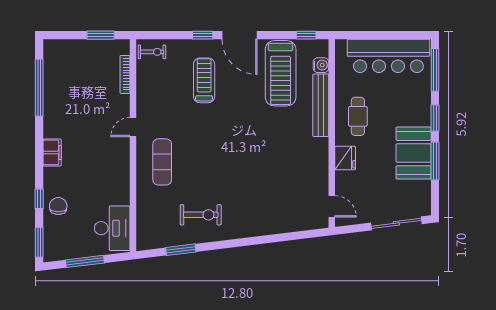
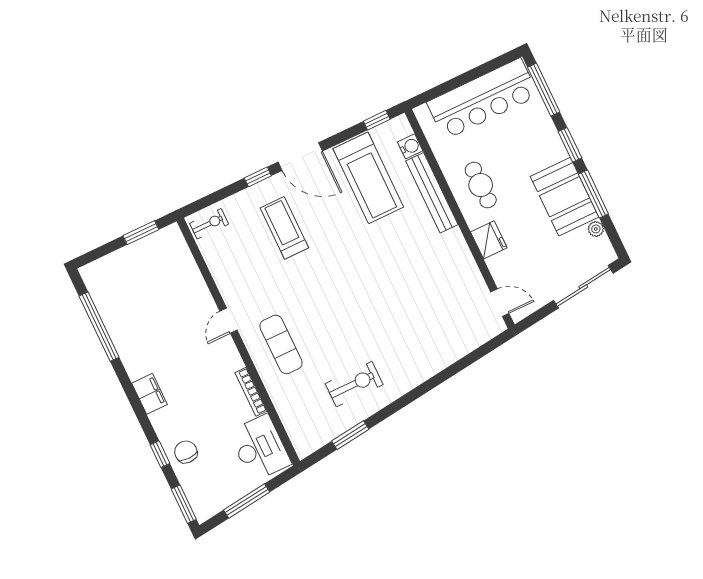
bookcase: (125, 74) -> (251, 392), moved
plant: (425, 187) -> (596, 229), added

